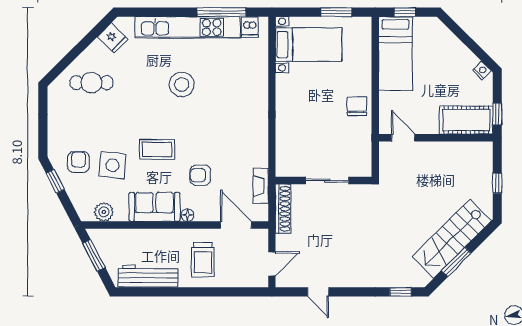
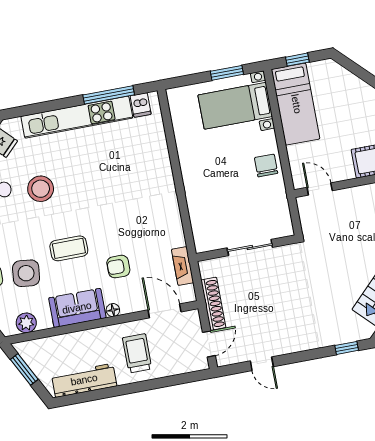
bed with nightstands: (309, 45) -> (235, 106), moved, turned 180
stool: (182, 84) -> (41, 189), moved
shoe rack: (283, 209) -> (213, 304), moved
trolley: (203, 260) -> (137, 353), turned 180

